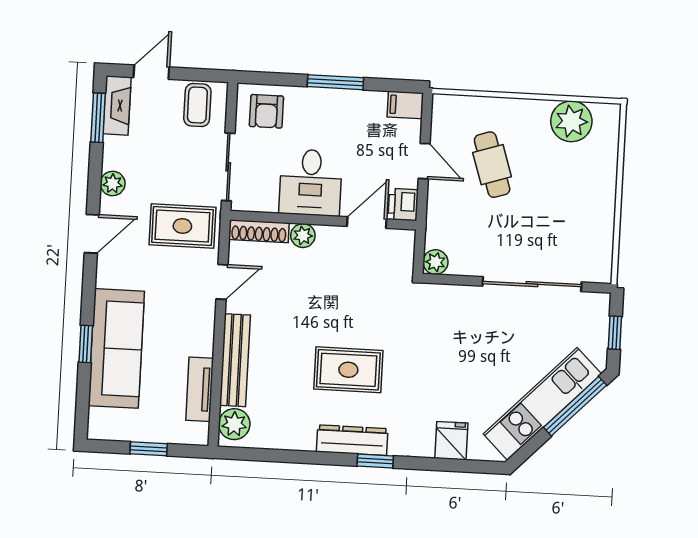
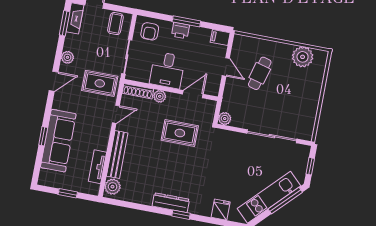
cafe table: (492, 165) -> (260, 73), turned 33
printer: (403, 204) -> (180, 31), moved, turned -90
rug: (348, 370) -> (180, 133), moved

